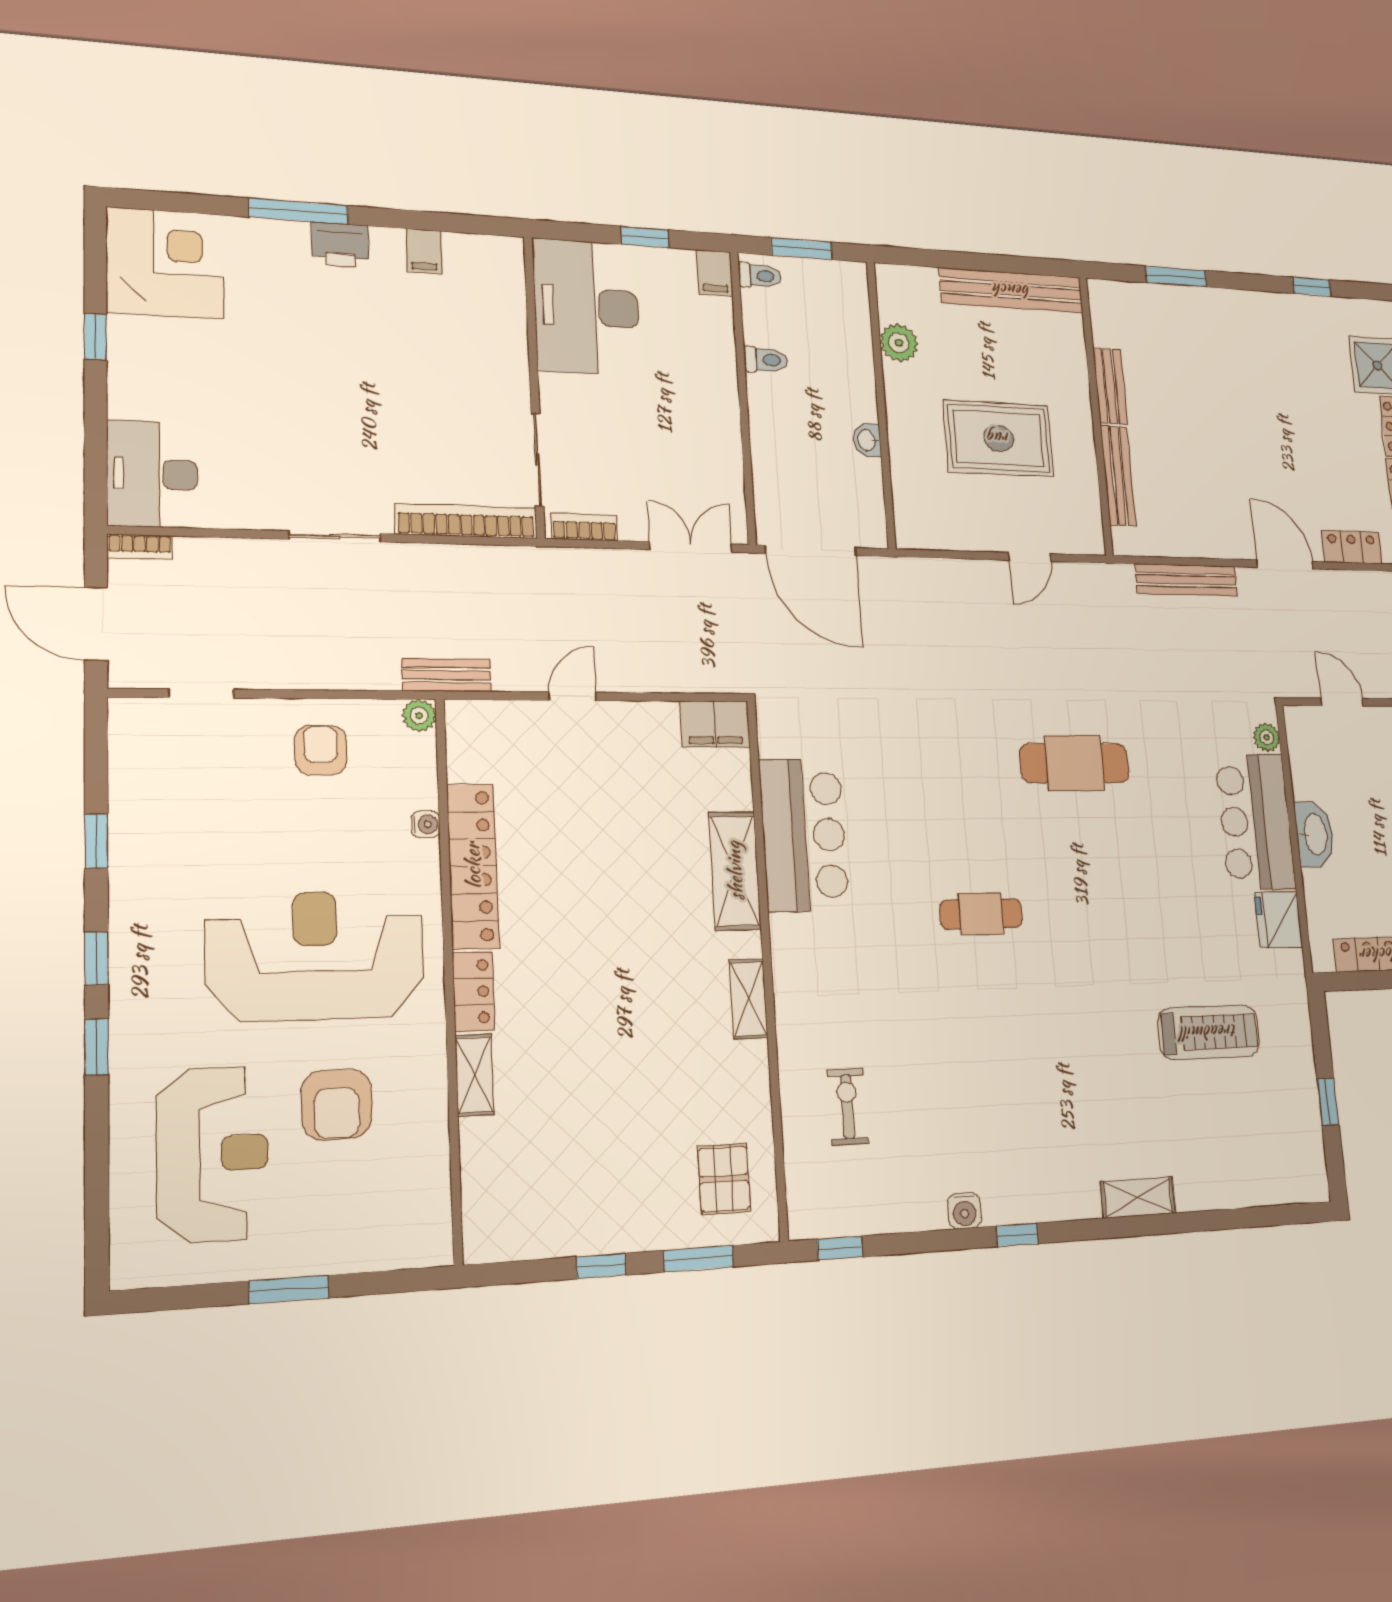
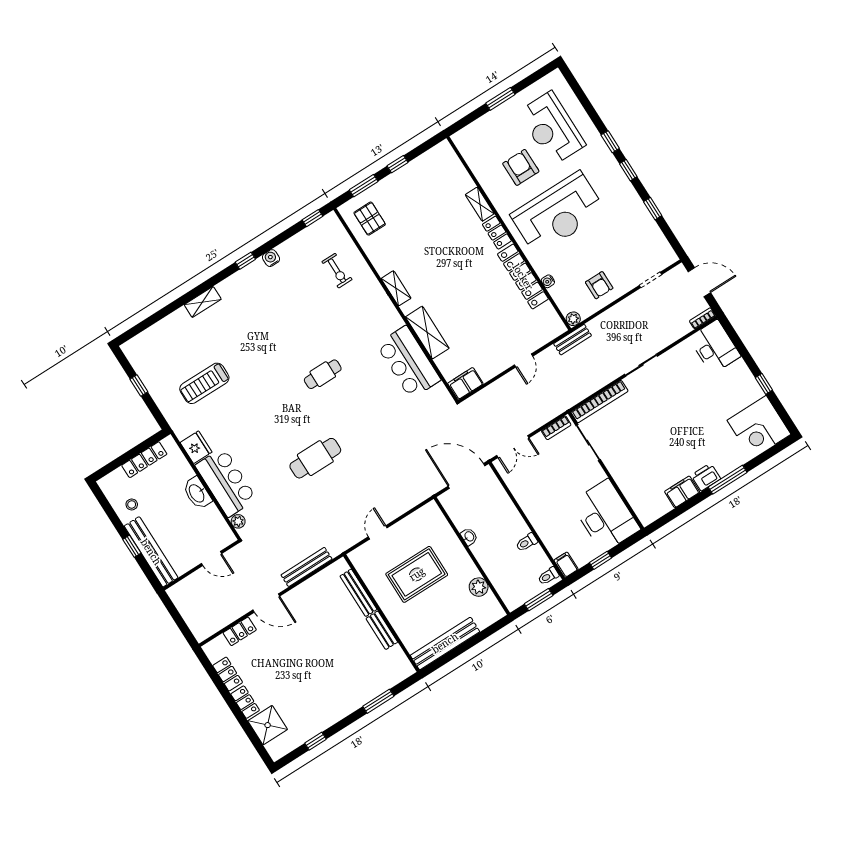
filing cabinet: (424, 251) -> (682, 492), width x2.00

